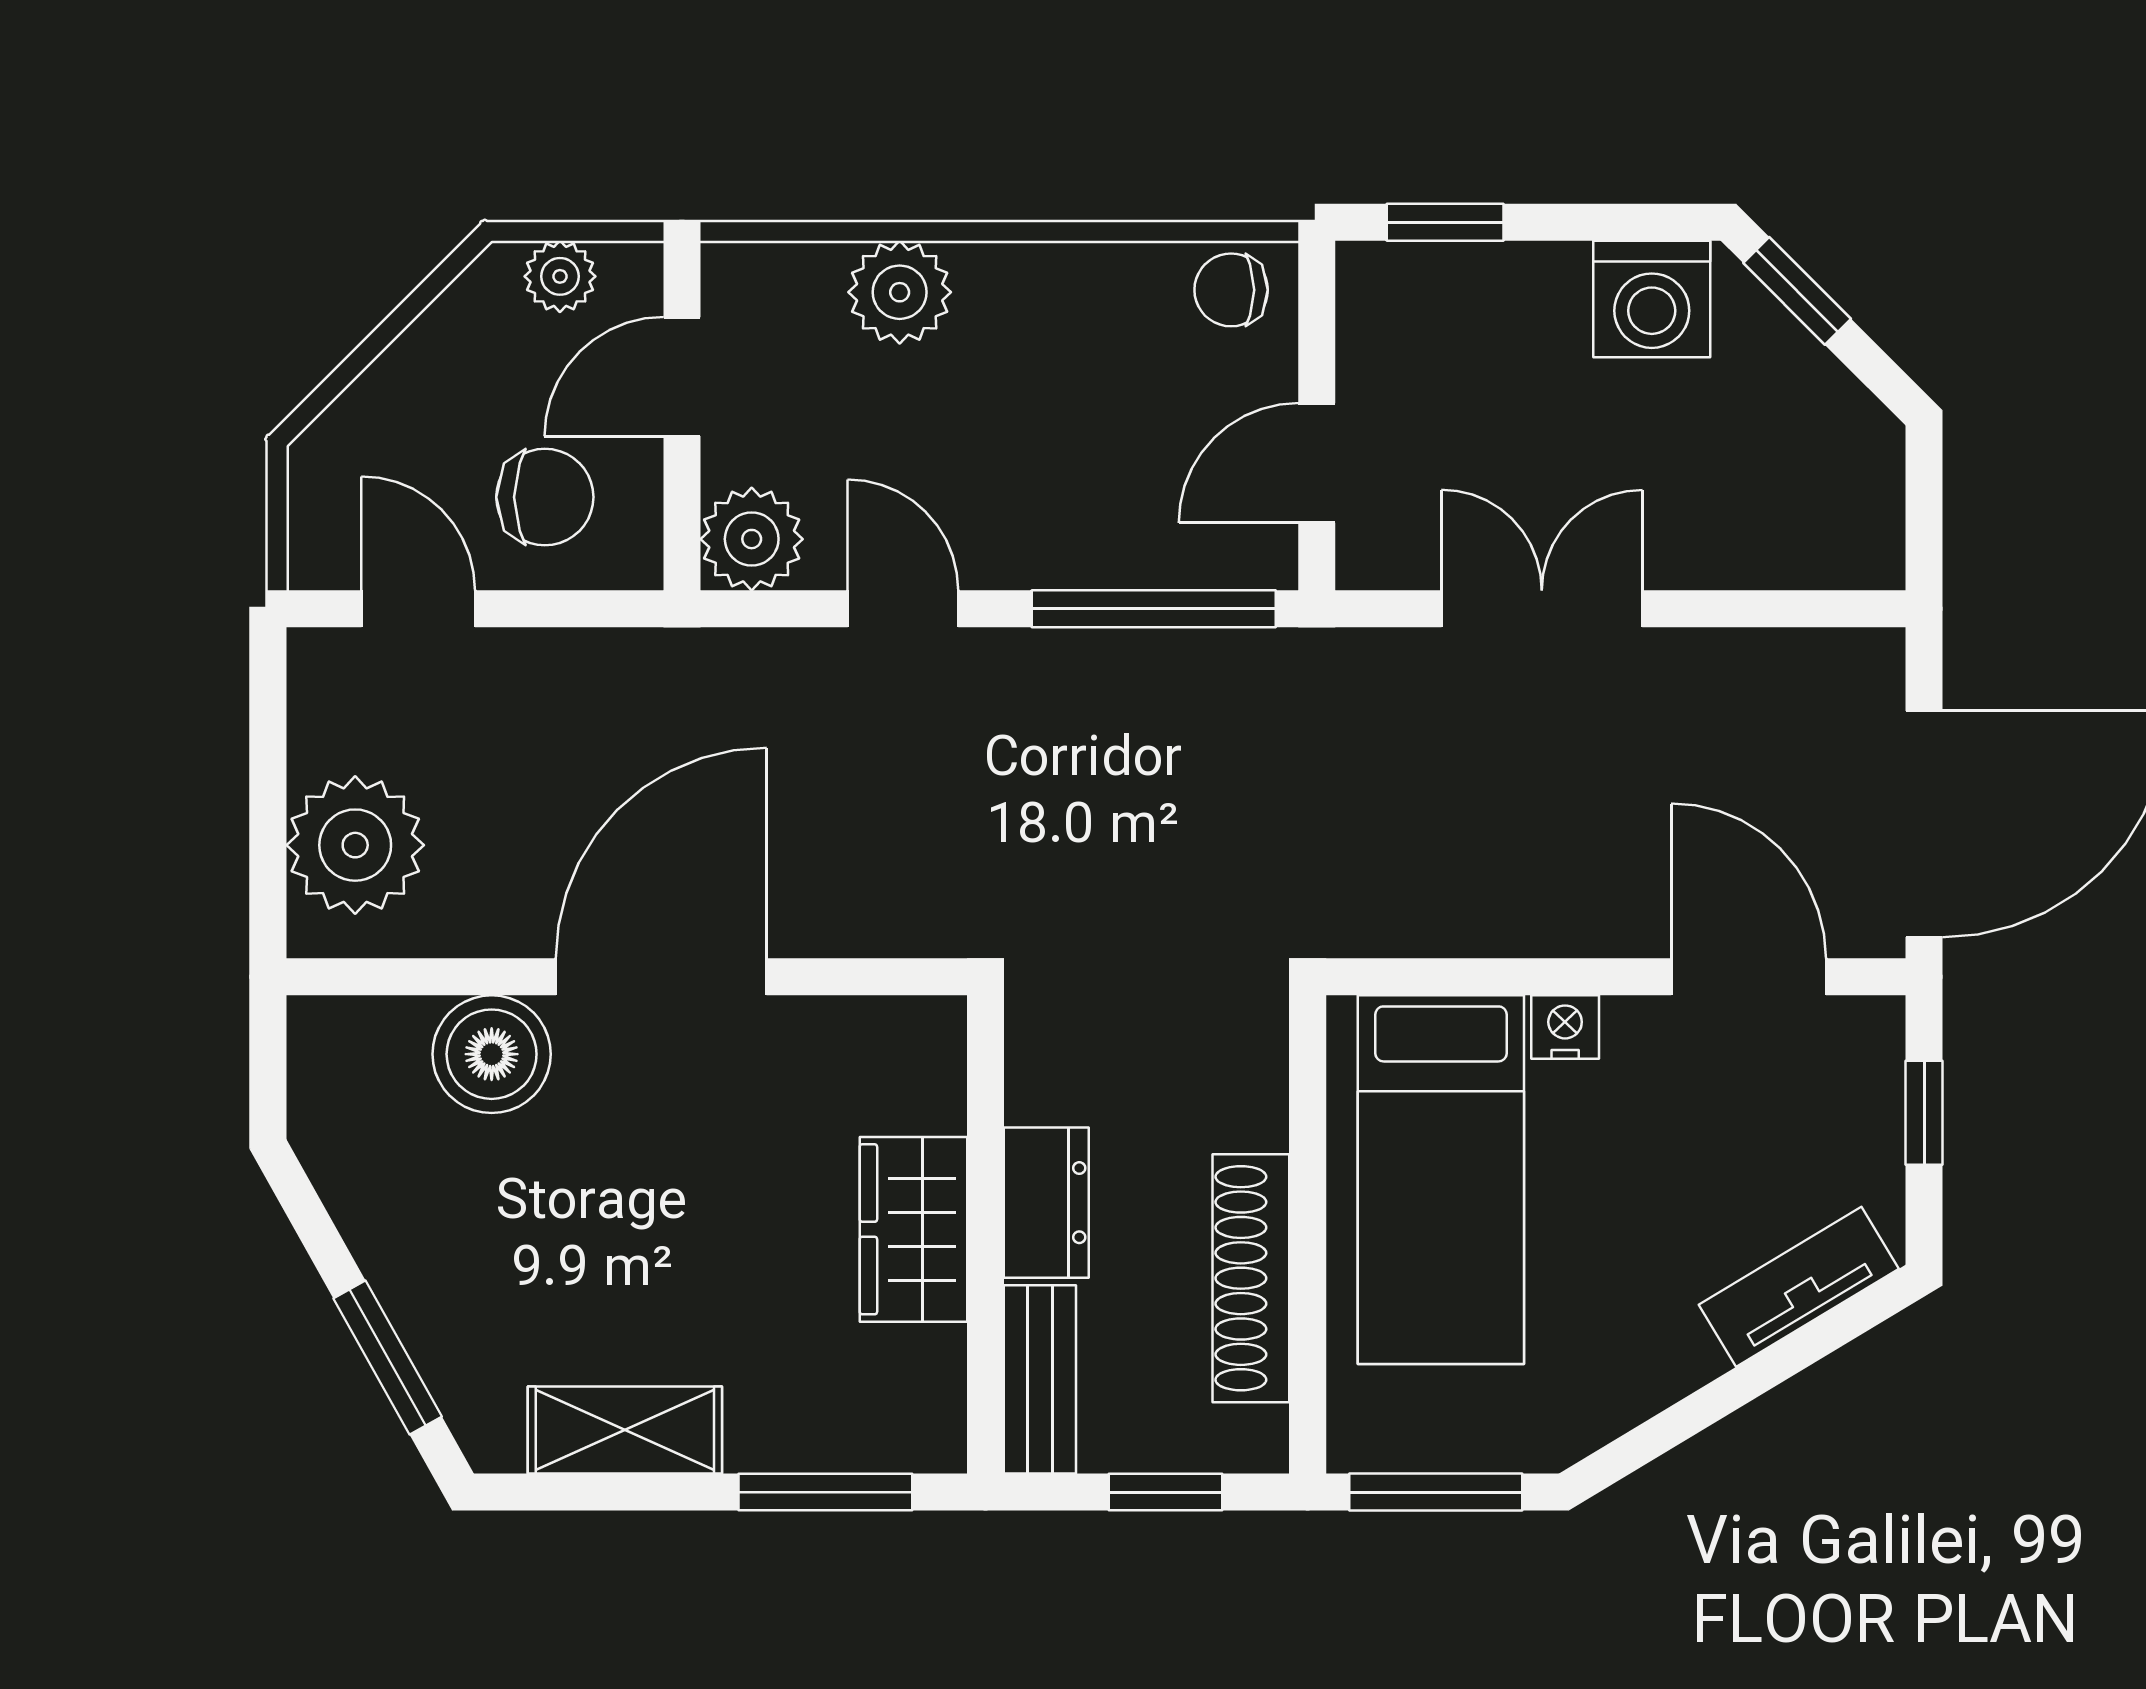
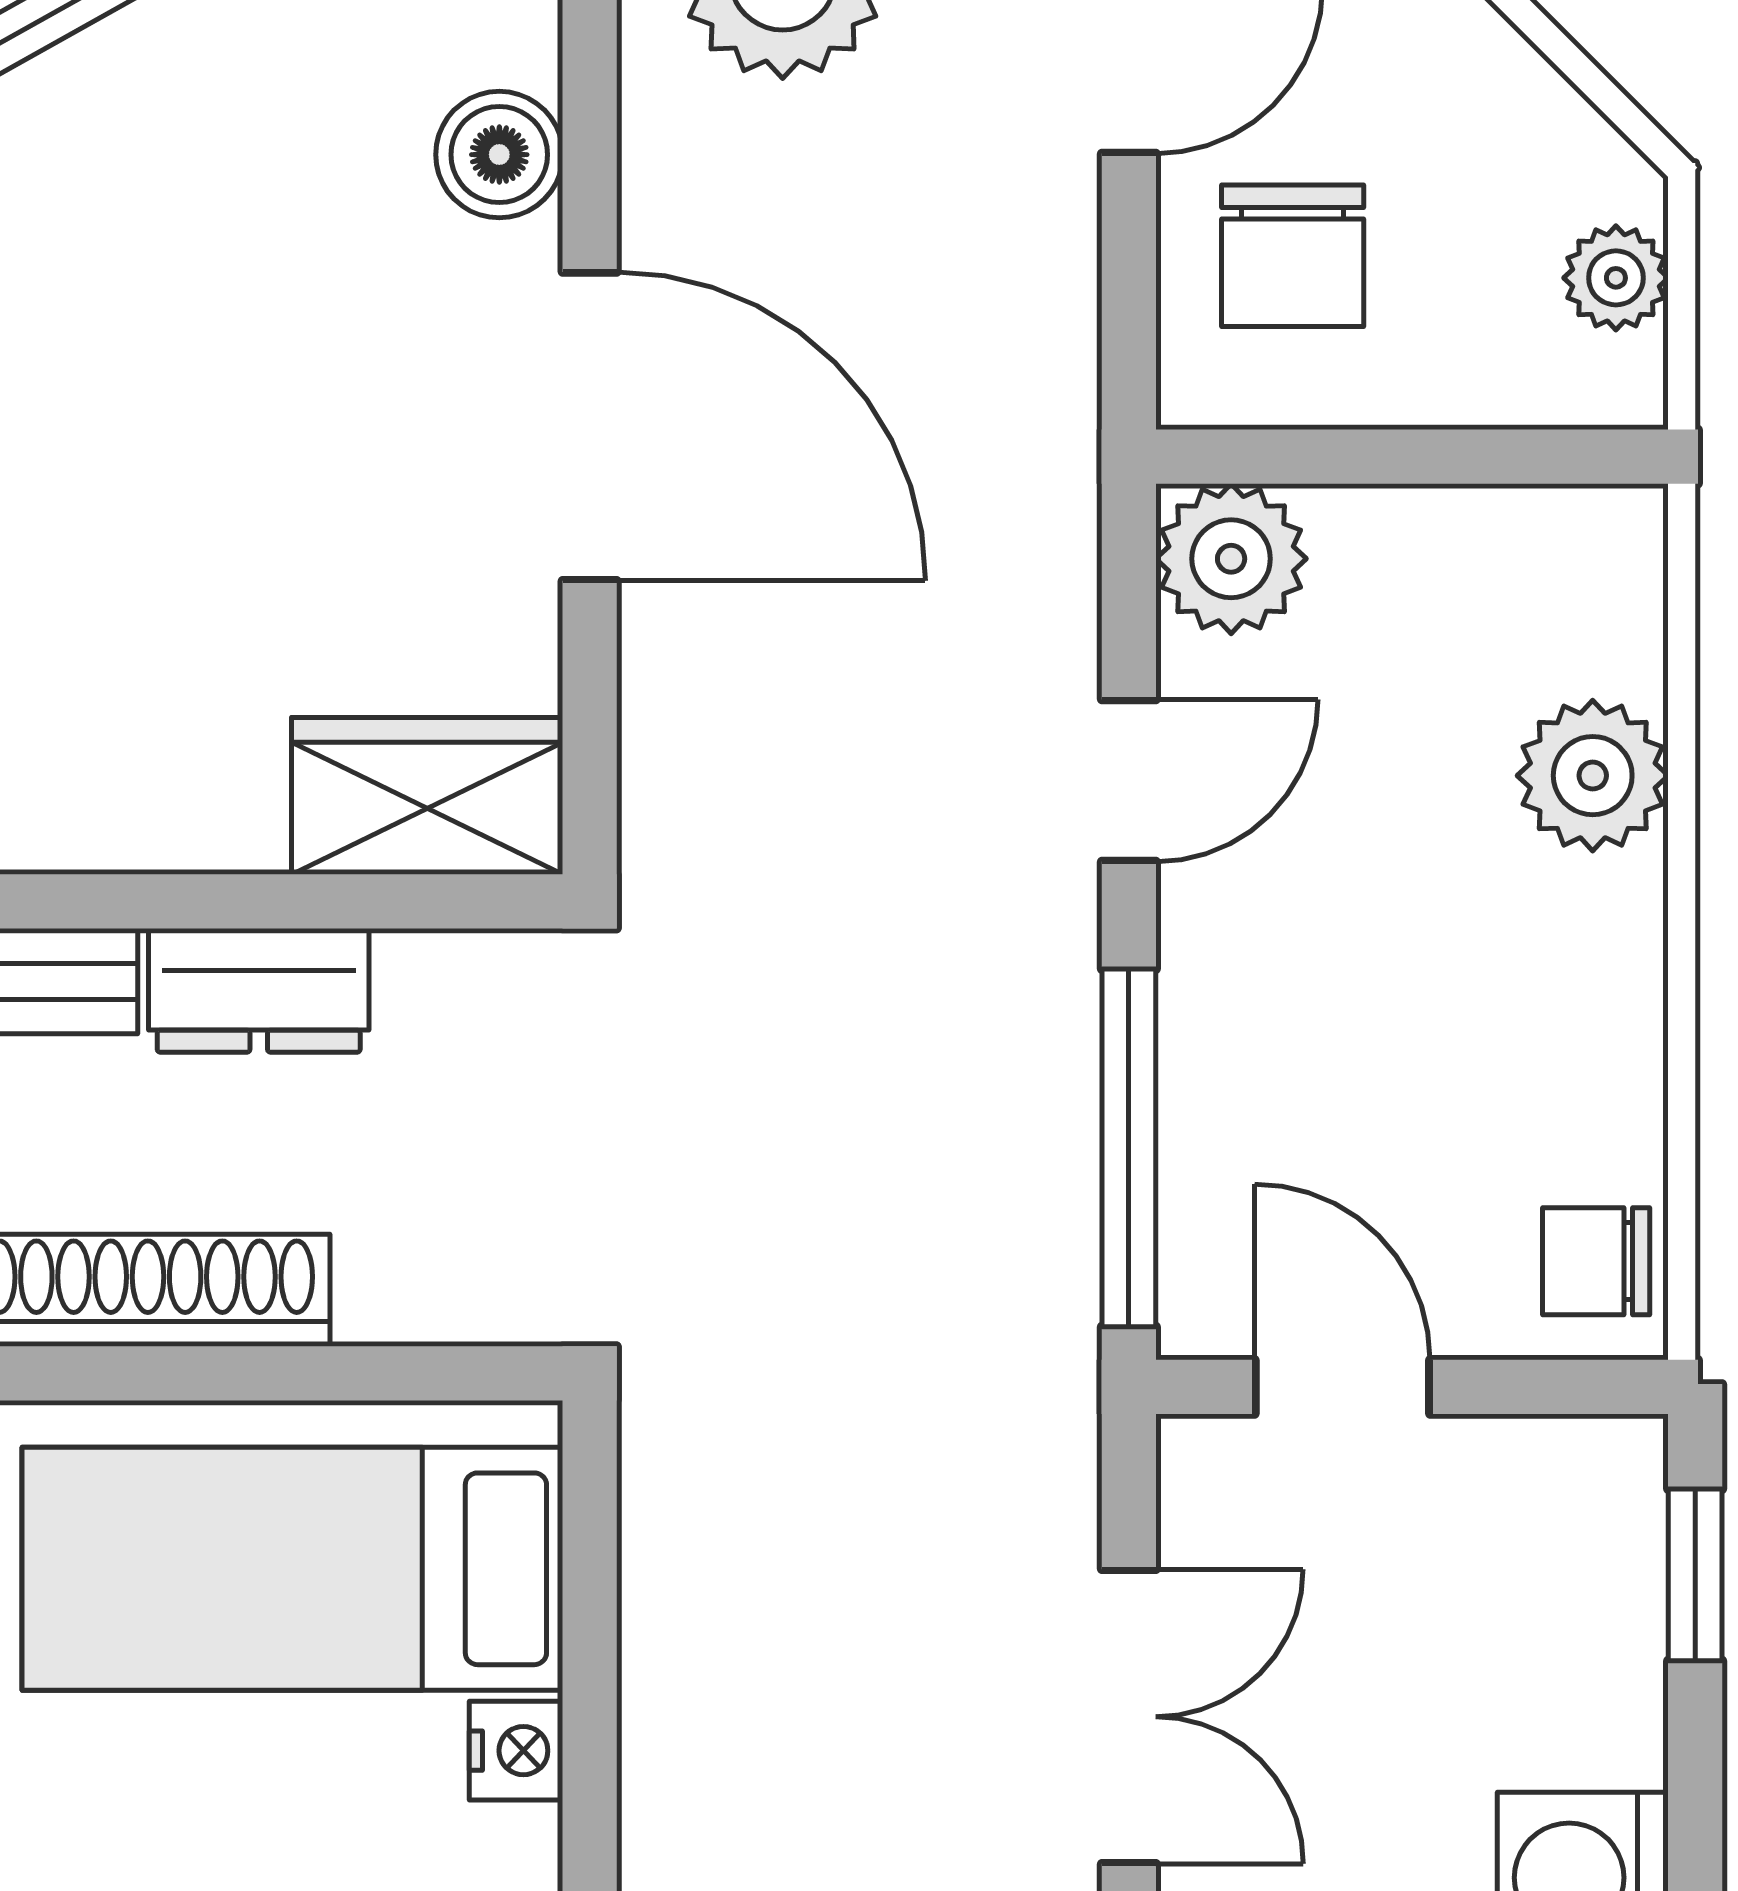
chair: (1231, 290) -> (1596, 1261), turned -90
door: (682, 377) -> (1469, 457), removed
boiler: (492, 1054) -> (499, 155), width x0.73, depth x0.73
wardrobe: (914, 1229) -> (427, 796), moved

